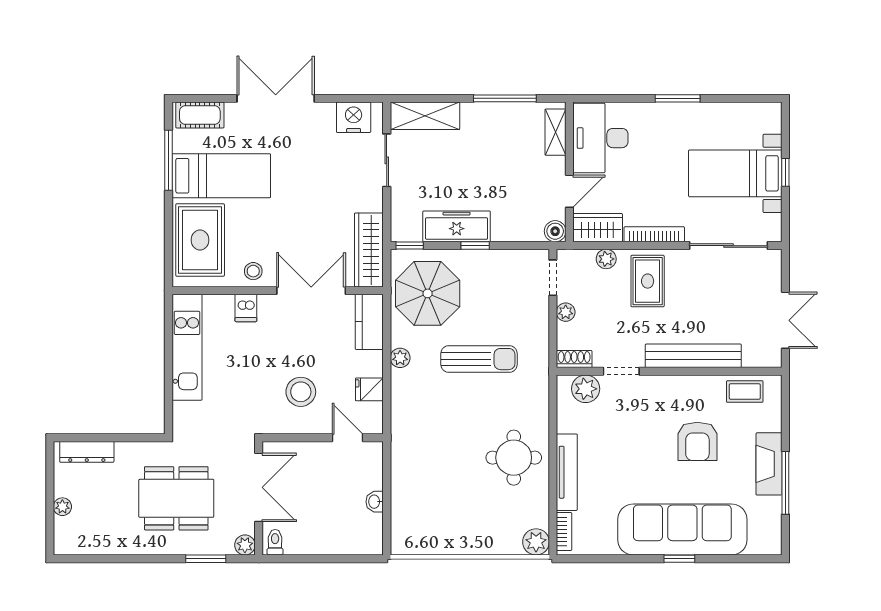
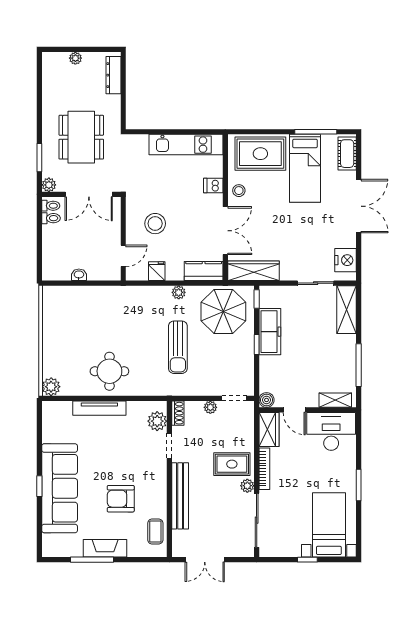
bed with nightstands: (735, 173) -> (329, 525), moved
plant: (606, 259) -> (247, 486), moved
bookcase: (564, 531) -> (58, 406), removed
toilet: (293, 542) -> (51, 218), added

